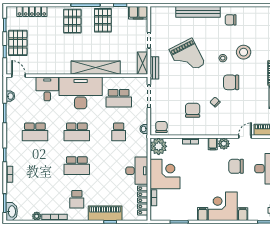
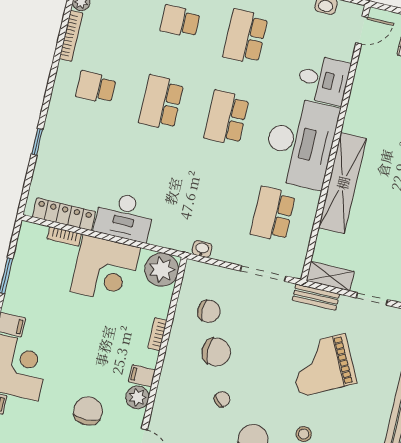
chair: (161, 127) -> (209, 311), moved
school desk: (119, 132) -> (180, 21), moved
piano: (105, 213) -> (56, 136), removed

